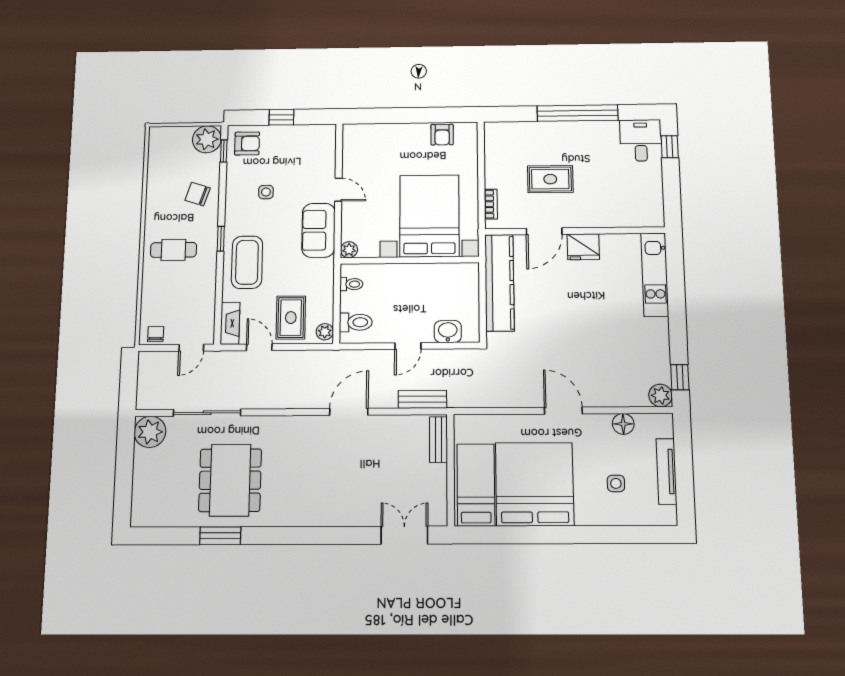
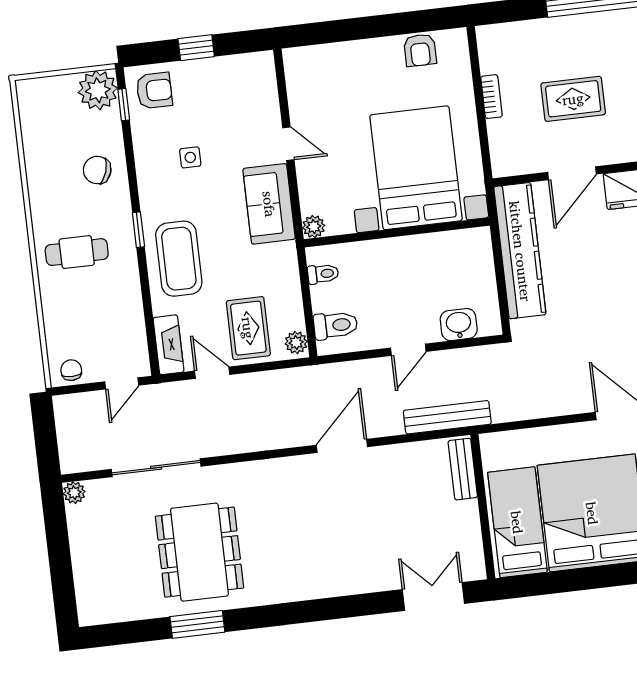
bookcase: (491, 204) -> (491, 97), moved
bench: (422, 399) -> (447, 417), width x1.36
plant: (150, 432) -> (74, 493), width x0.53, depth x0.53

